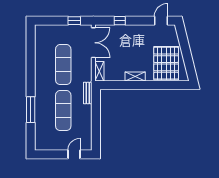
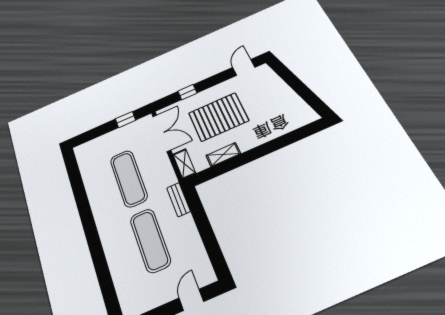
pallet: (166, 63) -> (218, 117), moved, turned 90
shelving: (135, 77) -> (223, 155), moved
window: (31, 110) -> (99, 261), removed

